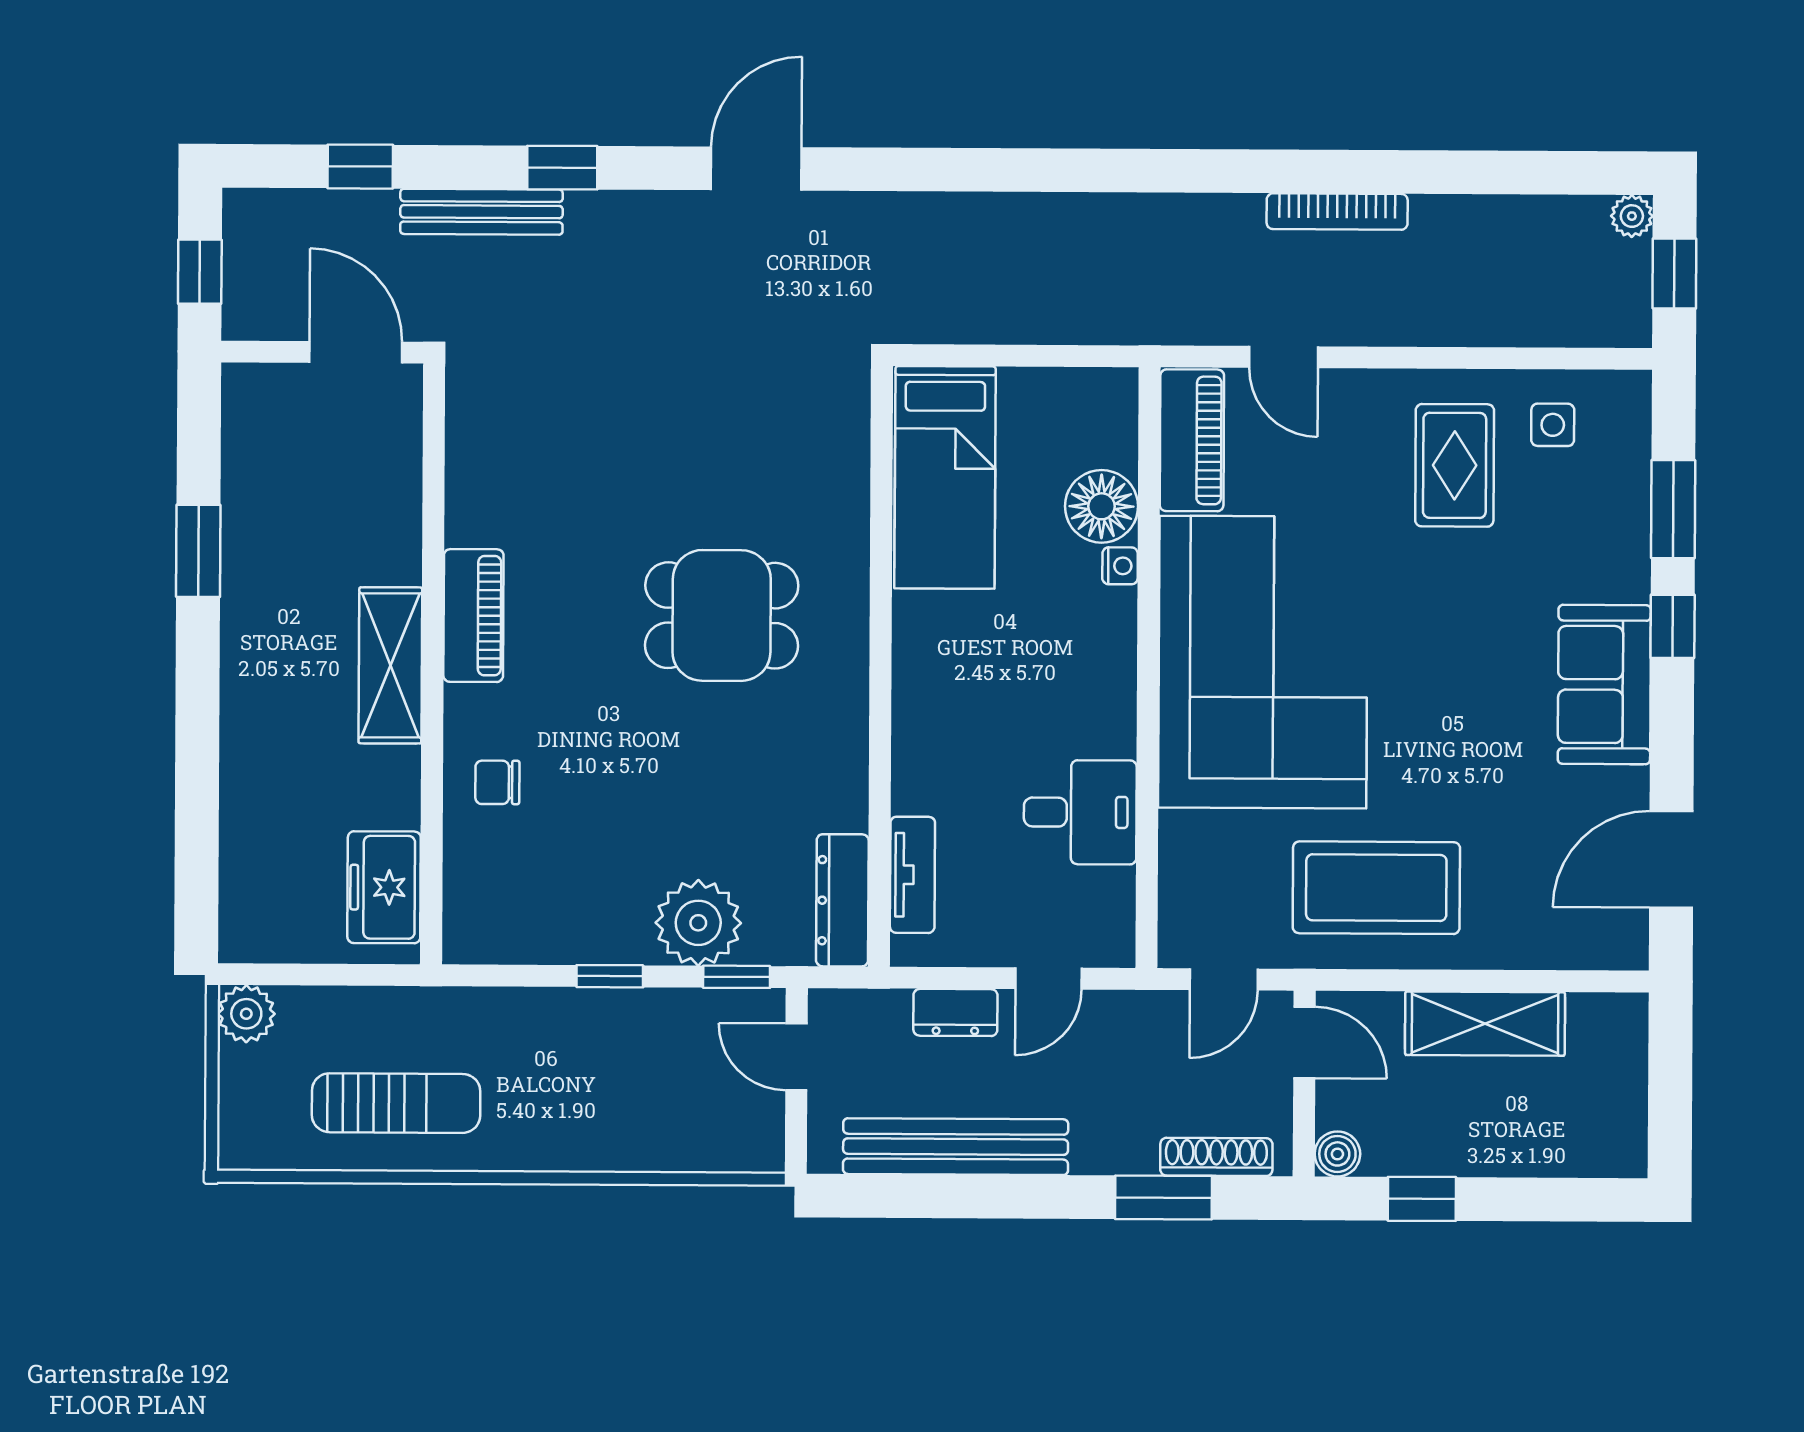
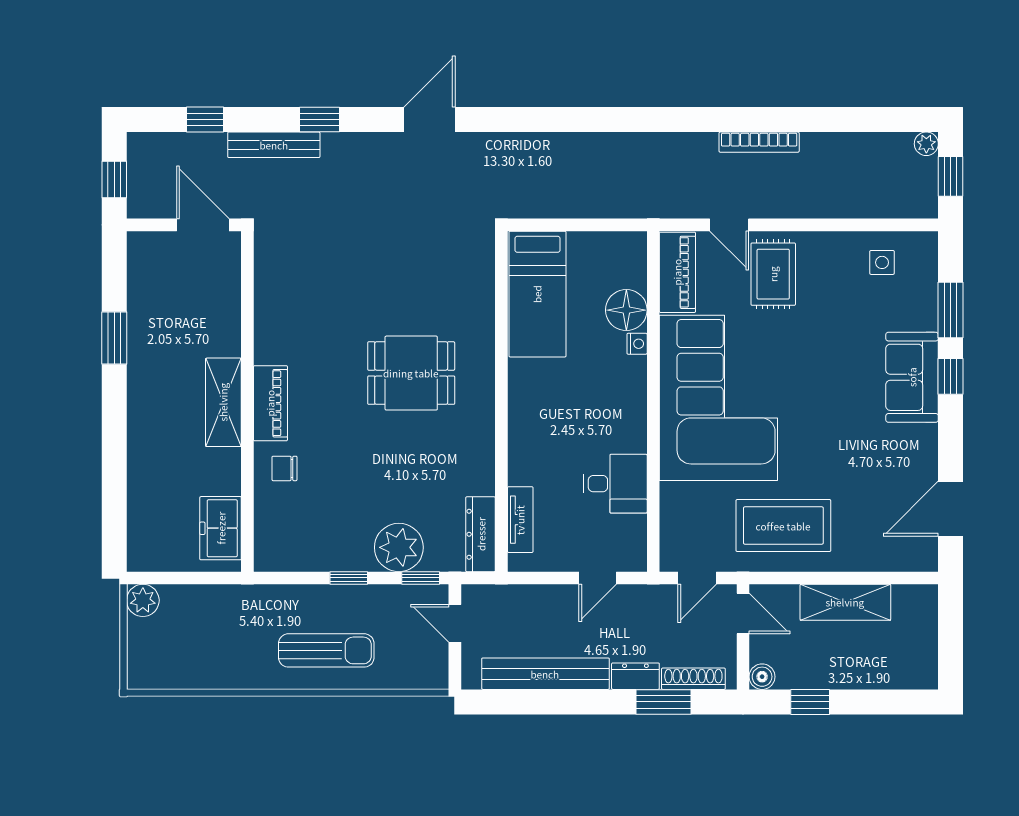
rug: (1455, 465) -> (773, 274), moved
piano: (473, 616) -> (270, 403), moved
sofa: (1604, 685) -> (912, 377), moved
dresser: (955, 1012) -> (635, 676), moved, turned 180
sun lounger: (396, 1103) -> (326, 650), moved

